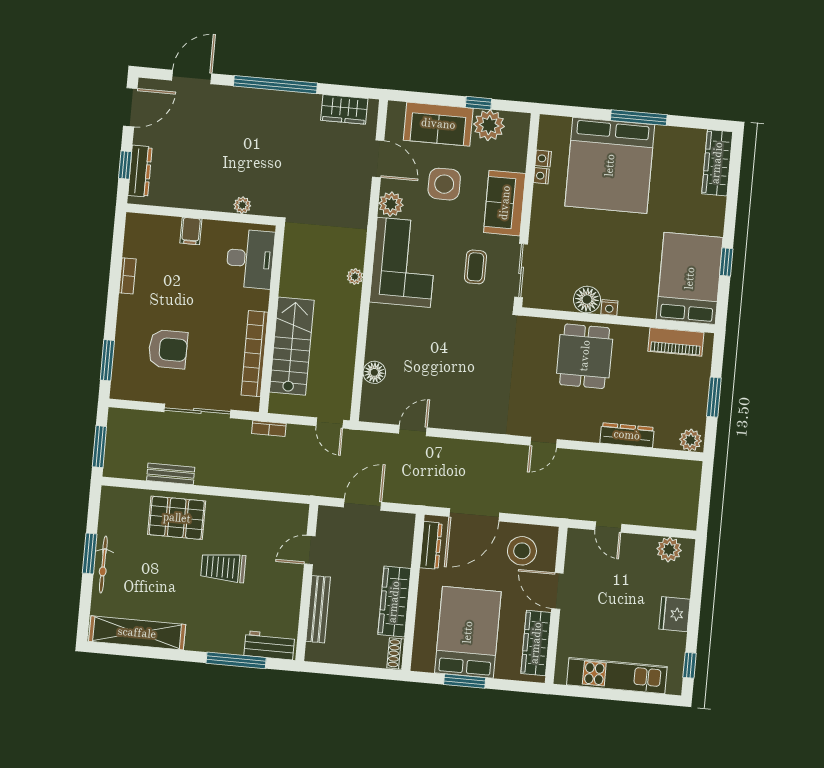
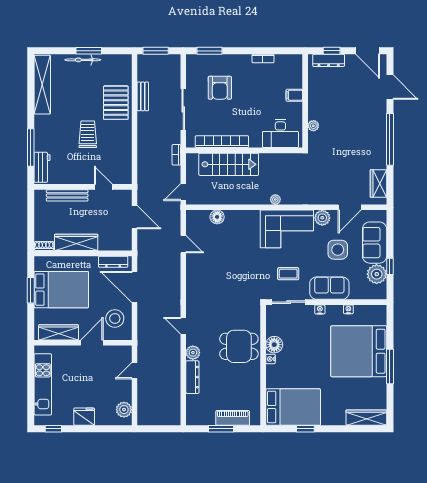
nightstand: (543, 159) -> (320, 310), moved
piano: (676, 342) -> (233, 418), moved, turned 90
plant: (690, 440) -> (193, 353), moved

